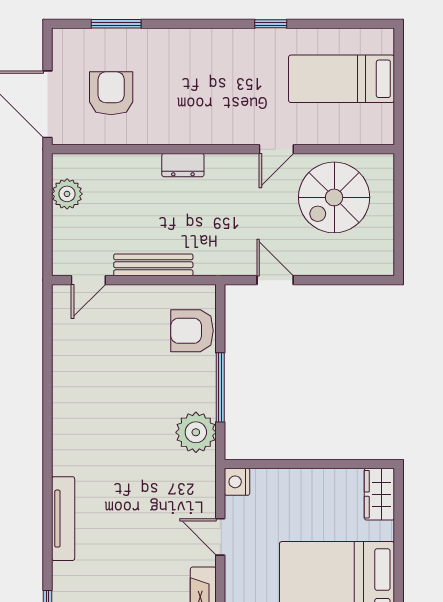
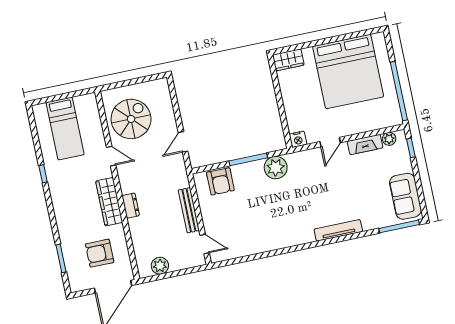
wardrobe: (198, 129) -> (109, 202), added
spiral stairs: (334, 197) -> (131, 119), turned -90

